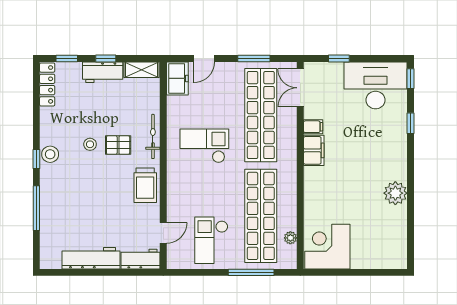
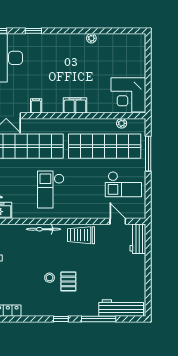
pallet: (118, 145) -> (68, 281), moved
filing cabinet: (314, 150) -> (75, 105), moved
stool: (50, 154) -> (57, 308), removed
trolley: (145, 185) -> (81, 235), turned 180
plant: (395, 193) -> (91, 38), width x0.53, depth x0.53
workbench: (91, 258) -> (121, 308), moved, turned 90

